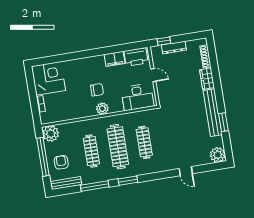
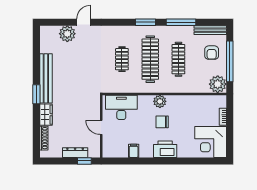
printer: (136, 57) -> (165, 149), moved
filing cabinet: (115, 59) -> (134, 151), width x0.50
window: (223, 122) -> (36, 94), moved
clothes rail: (144, 142) -> (122, 59), width x0.73
plant: (218, 155) -> (67, 34), moved
door: (186, 171) -> (84, 22), hinge flipped

